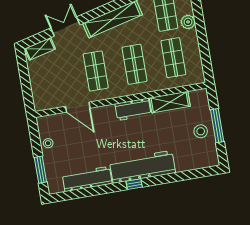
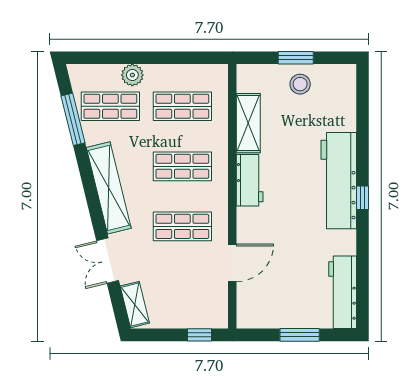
window: (28, 94) -> (199, 335), added
window: (217, 126) -> (296, 58), width x0.69
stool: (48, 143) -> (279, 317), removed
window: (40, 170) -> (300, 335), moved
workbench: (87, 179) -> (343, 292), moved

